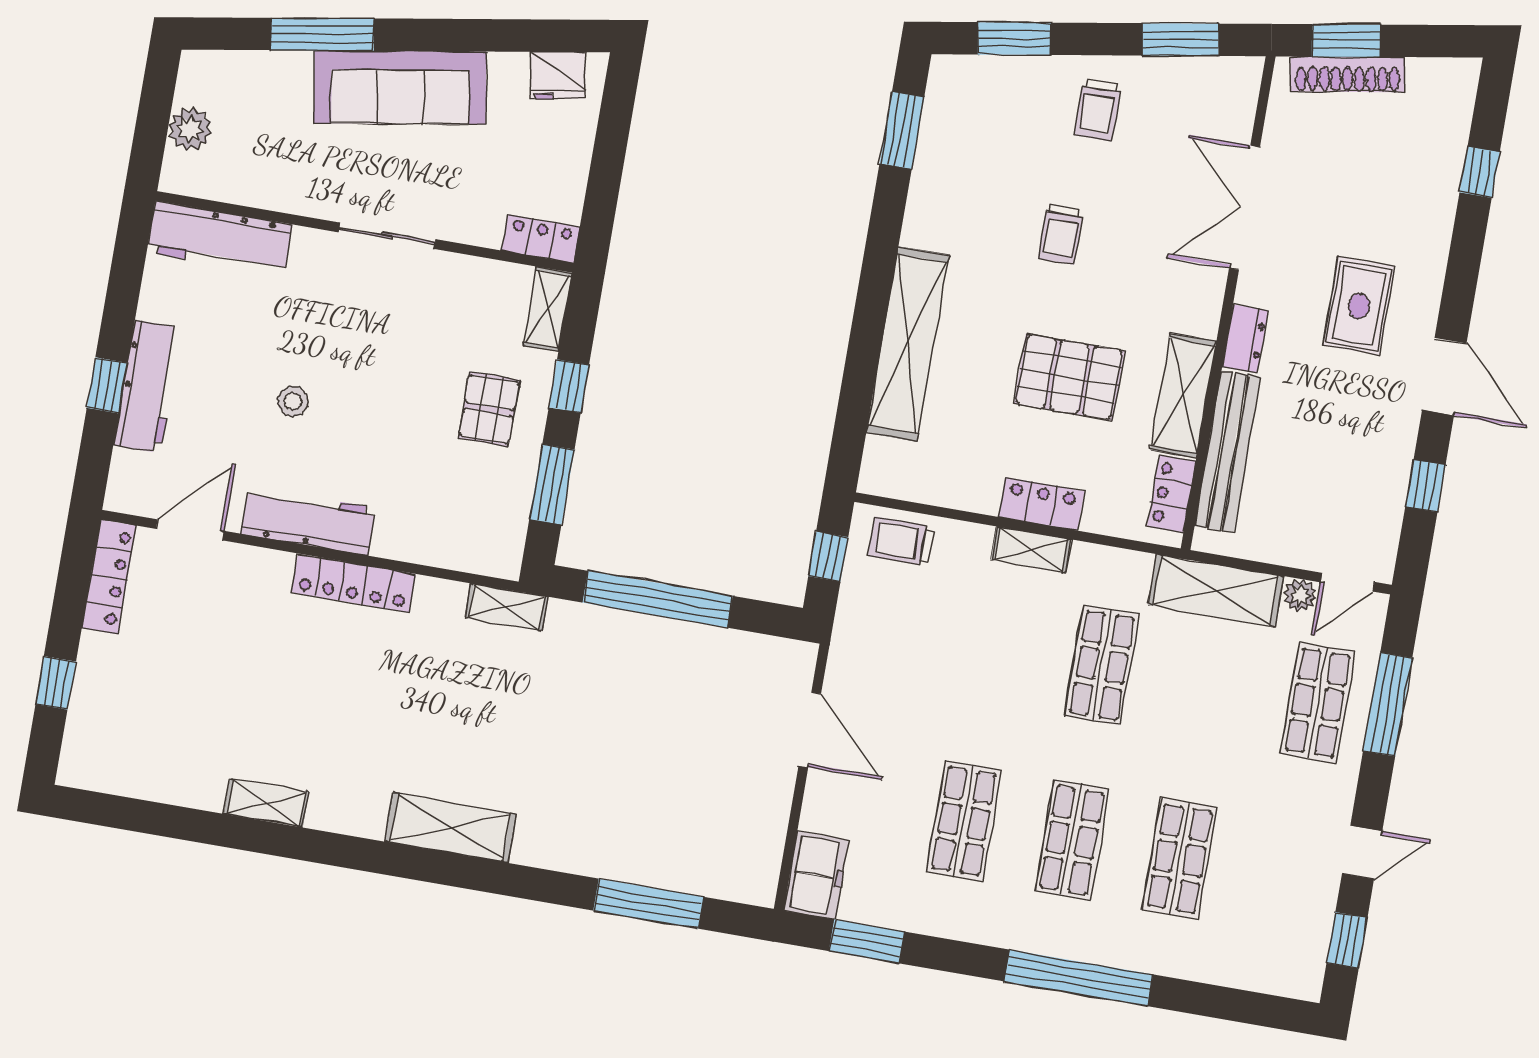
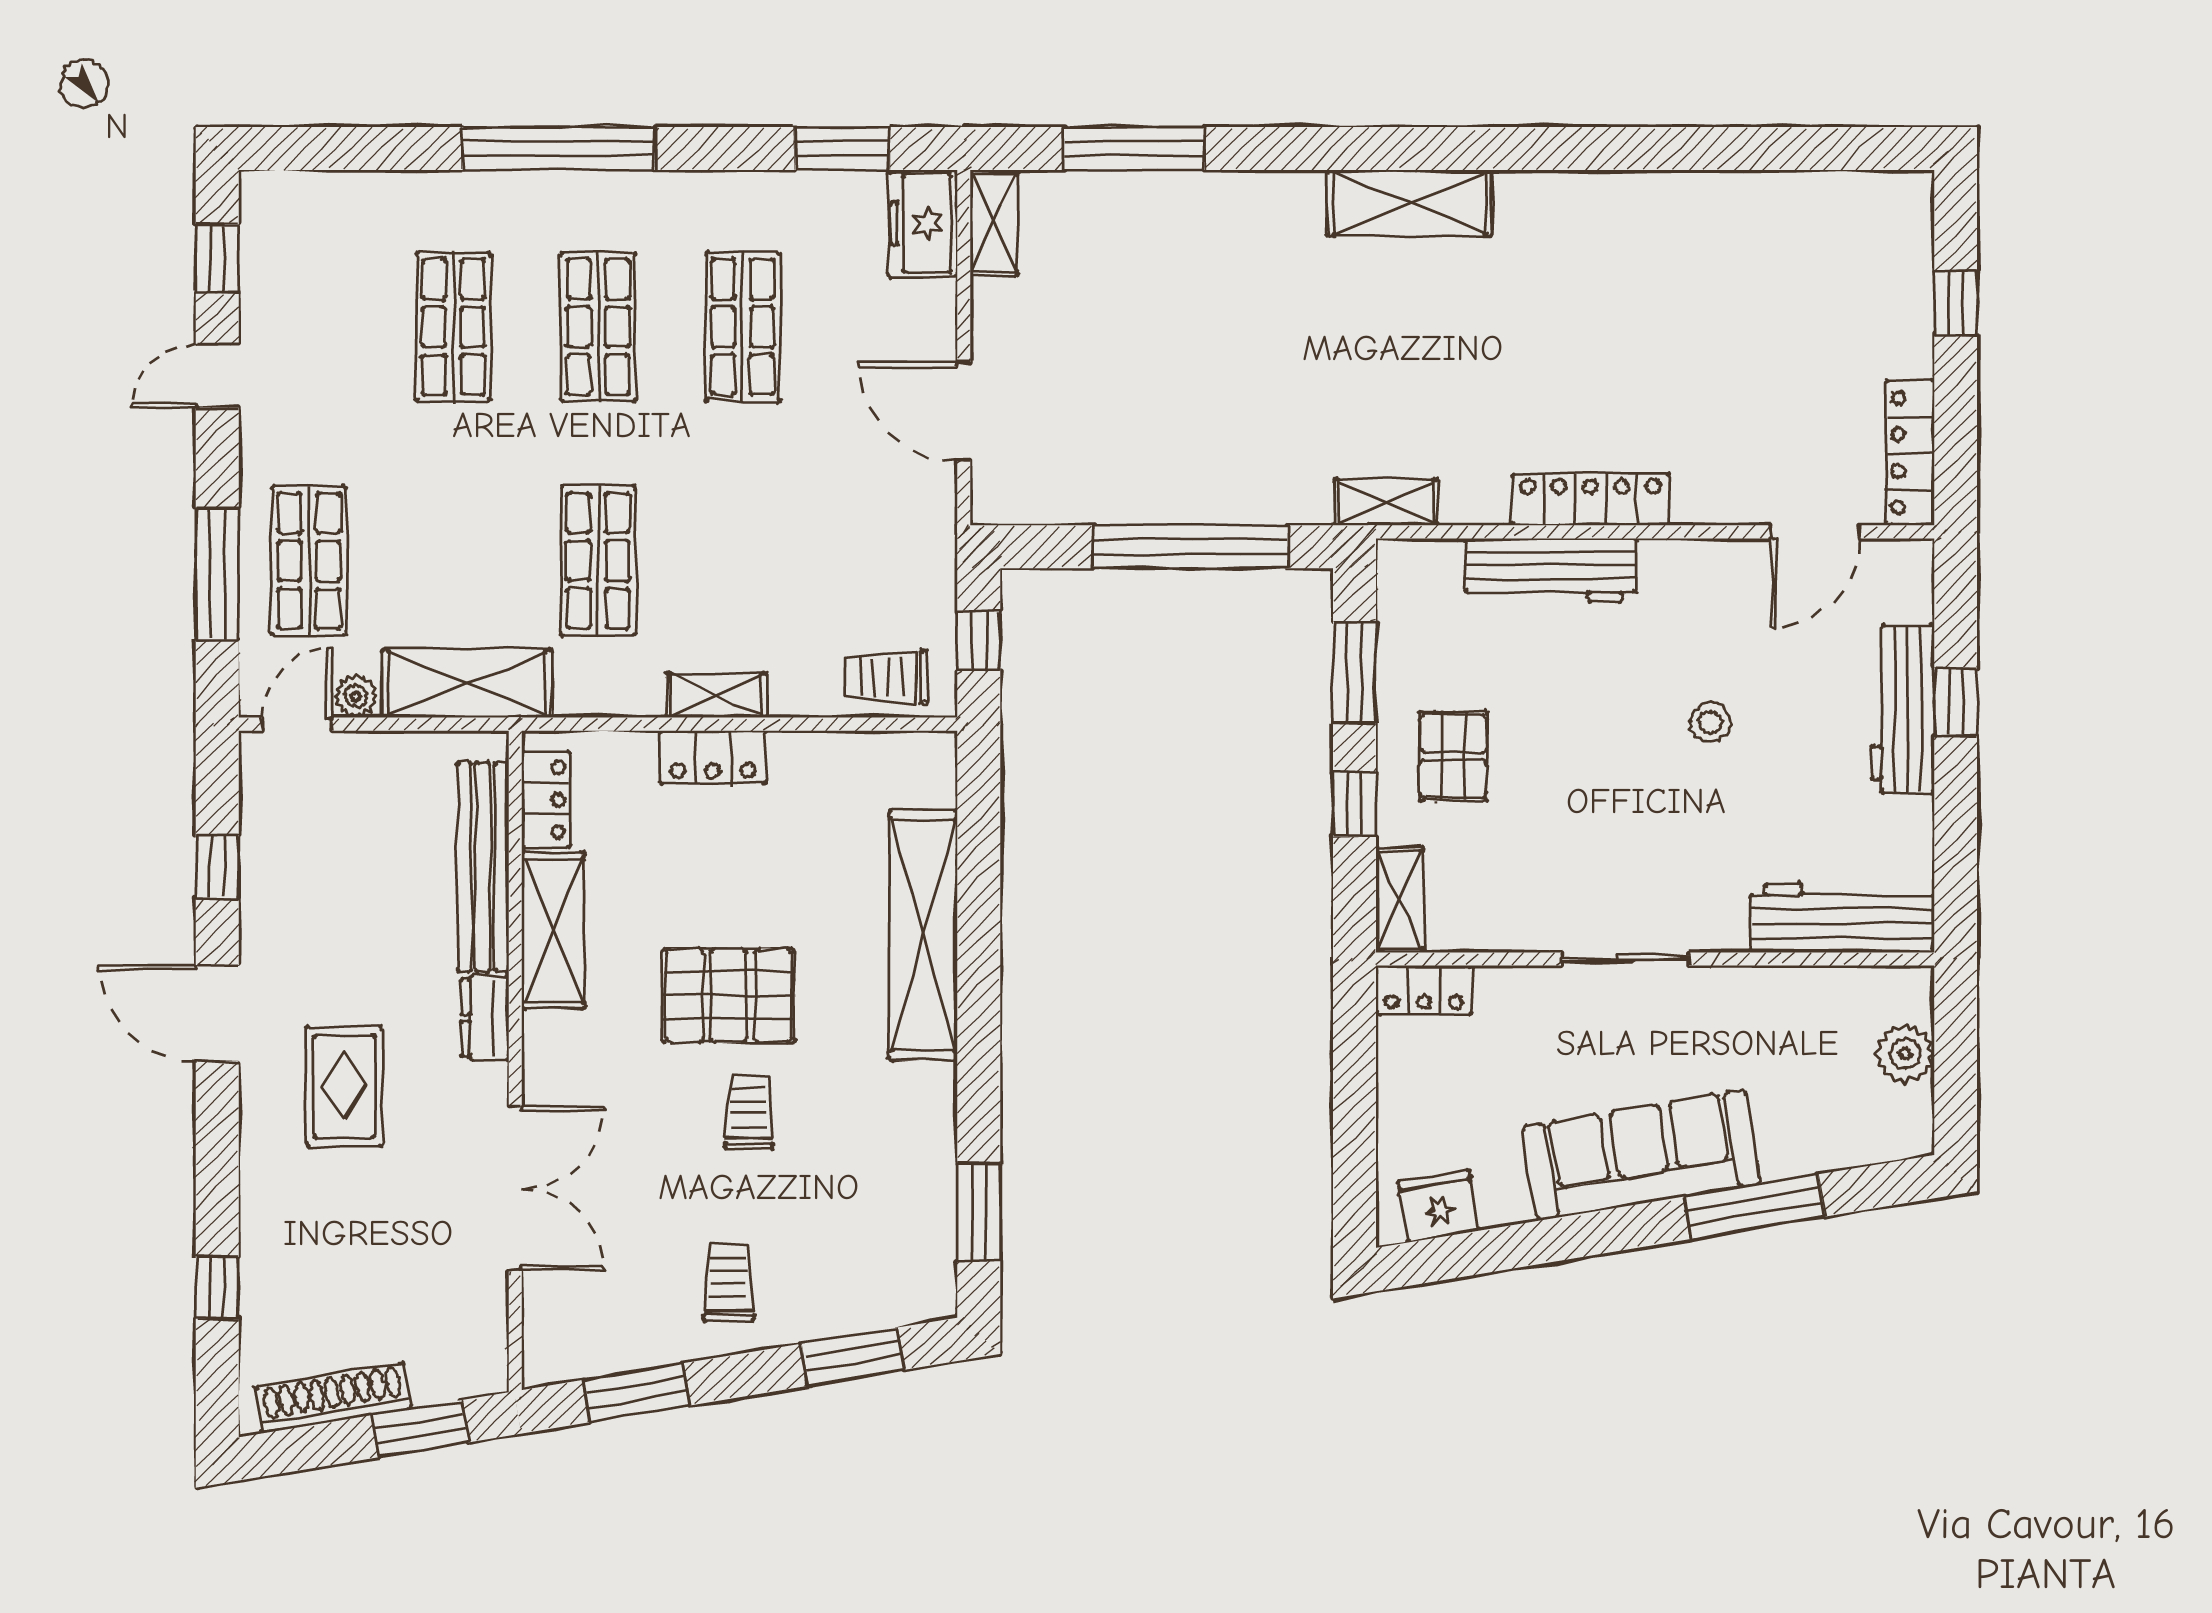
shoe rack: (1348, 74) -> (333, 1398), moved
pallet: (1069, 377) -> (729, 996), moved
workbench: (308, 521) -> (1551, 570), moved
trolley: (901, 541) -> (887, 677), turned 180
shelving: (266, 803) -> (994, 223), moved, turned 90

